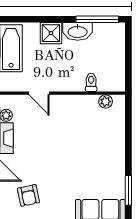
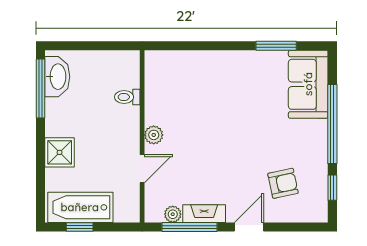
washbasin: (78, 31) -> (57, 77), moved
plant: (106, 102) -> (154, 135), moved

